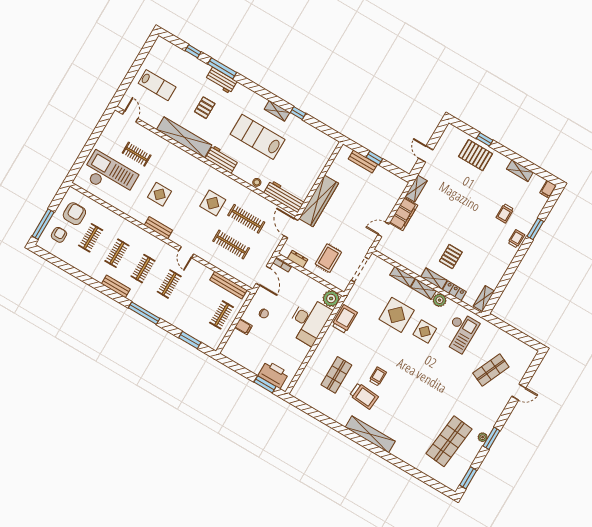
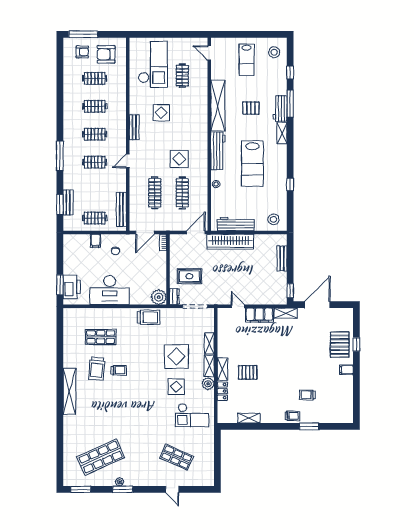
stool: (165, 55) -> (274, 52), added
shelving: (277, 111) -> (282, 133), moved
door: (130, 116) -> (209, 53), swing flipped
lab bench: (258, 137) -> (252, 164), turned 180
stool: (322, 148) -> (273, 219), added
door: (426, 154) -> (317, 305), width x1.87
window: (374, 158) -> (290, 291), moved
workbench: (222, 159) -> (218, 151), width x1.38
shelving: (520, 171) -> (348, 387), removed
filing cabinet: (548, 189) -> (346, 370), moved
workbench: (284, 197) -> (236, 224), moved, turned -90
armchair: (74, 214) -> (106, 54), turned 180
dresser: (298, 259) -> (174, 296), moved
bench: (116, 286) -> (68, 203), moved
shelving: (484, 299) -> (249, 418), moved
desk: (309, 321) -> (110, 290), moved
shop shelf: (449, 441) -> (101, 457), turned -30

